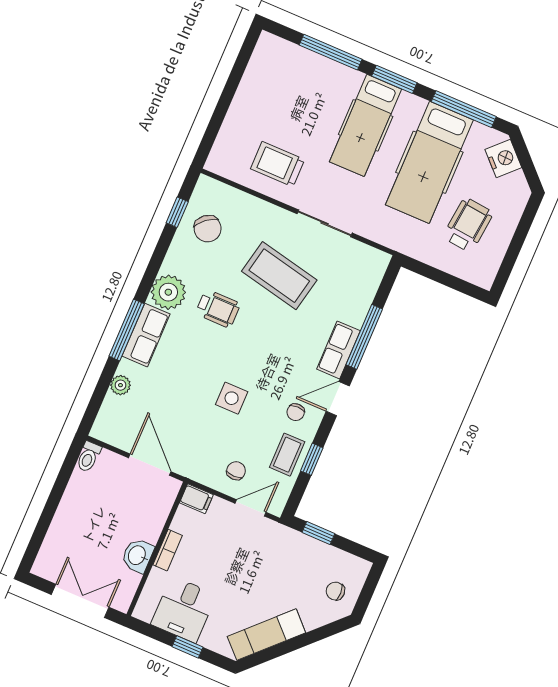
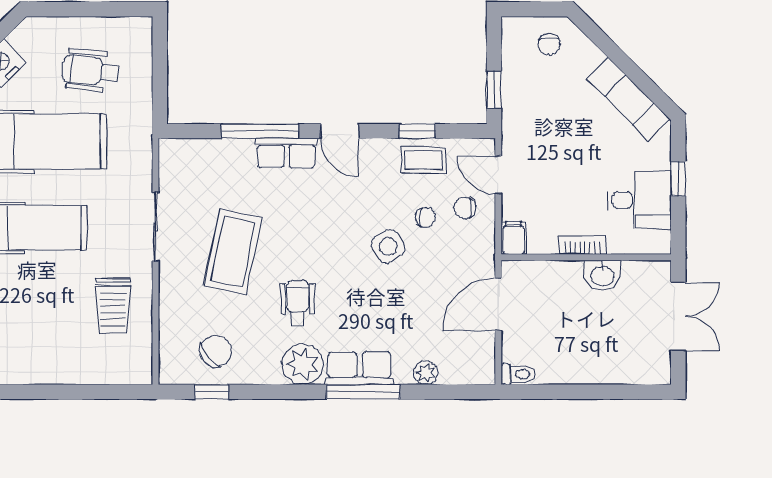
side table: (232, 398) -> (388, 246), turned -32
chair: (296, 412) -> (425, 217), moved
double door: (80, 601) -> (678, 316), swing flipped

